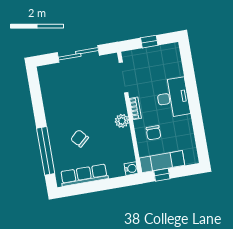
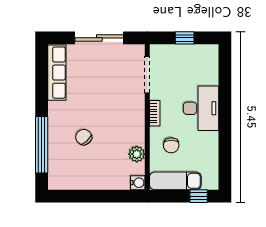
plant: (122, 121) -> (137, 154), moved
row of seats: (84, 175) -> (57, 73), moved, turned 90
window: (162, 175) -> (199, 196), moved

